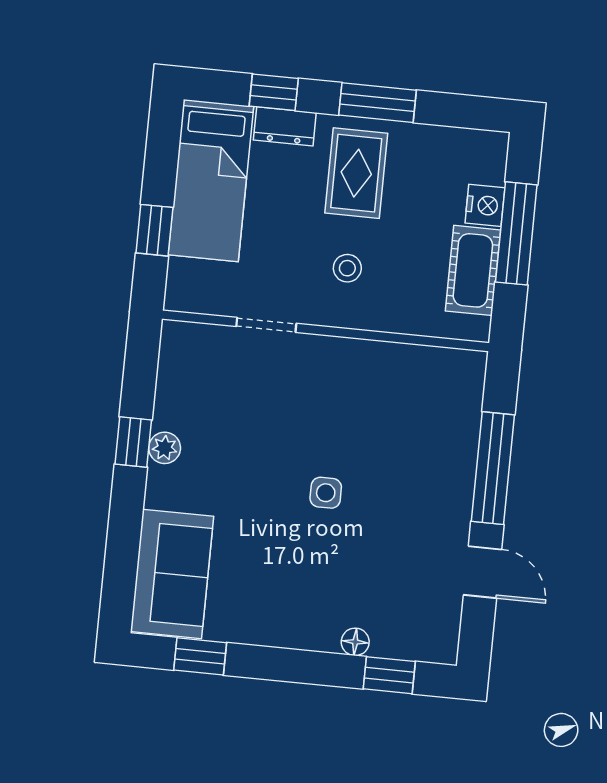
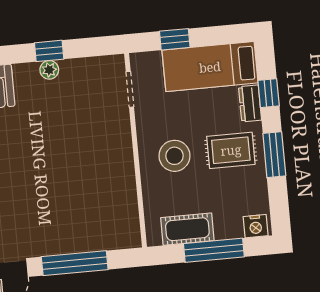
nightstand: (485, 205) -> (256, 226), moved
stool: (347, 268) -> (175, 156), width x1.89, depth x1.89
doorway: (266, 325) -> (130, 89), moved
side table: (326, 493) -> (41, 169), removed

